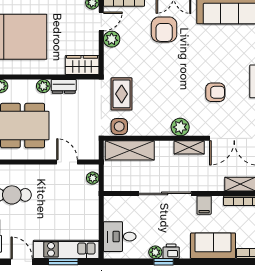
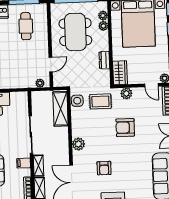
armchair: (164, 29) -> (125, 128), moved
plant: (112, 39) -> (126, 93), moved
plant: (43, 86) -> (103, 26), moved
shelving: (189, 147) -> (38, 166), moved

